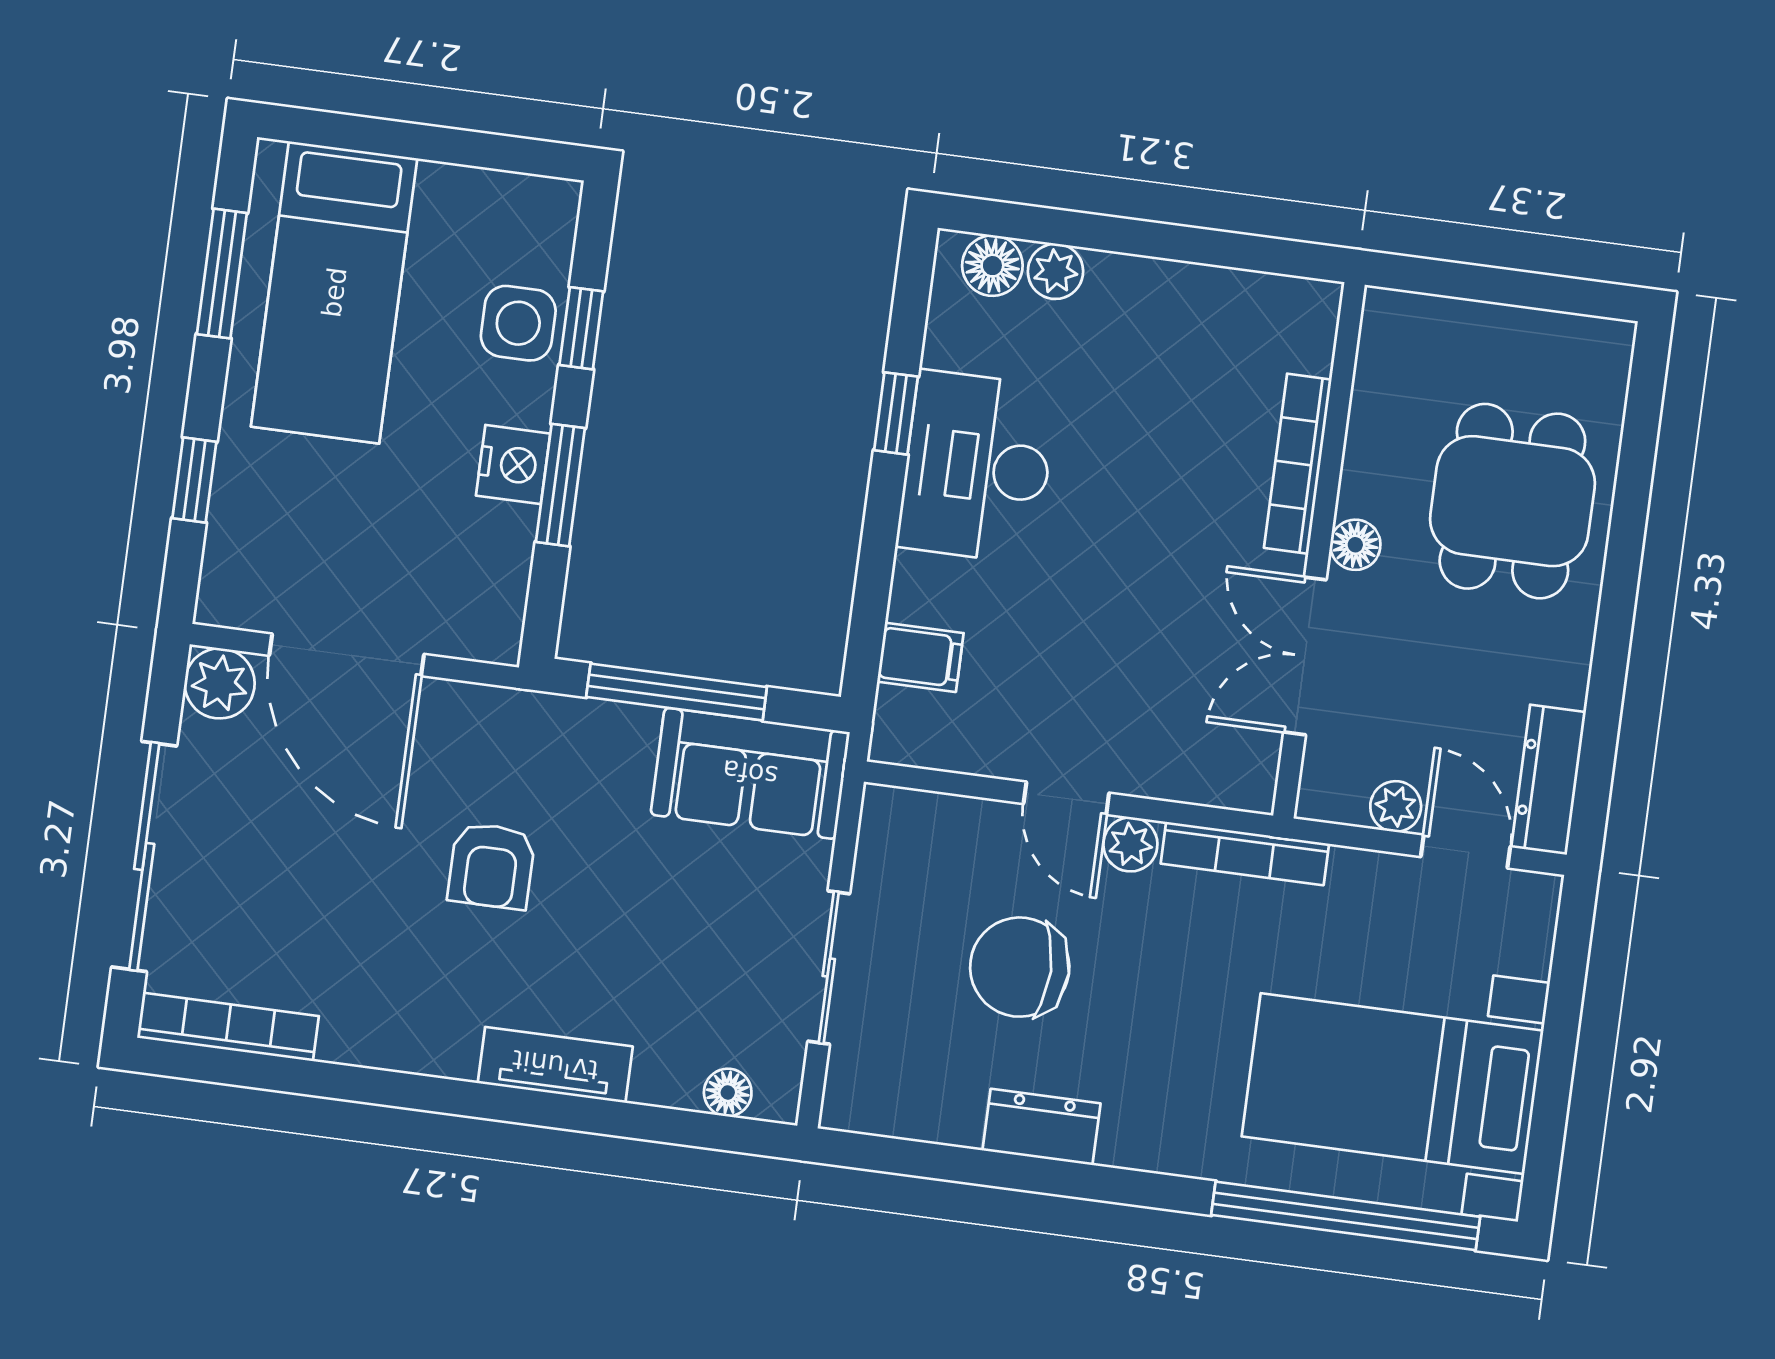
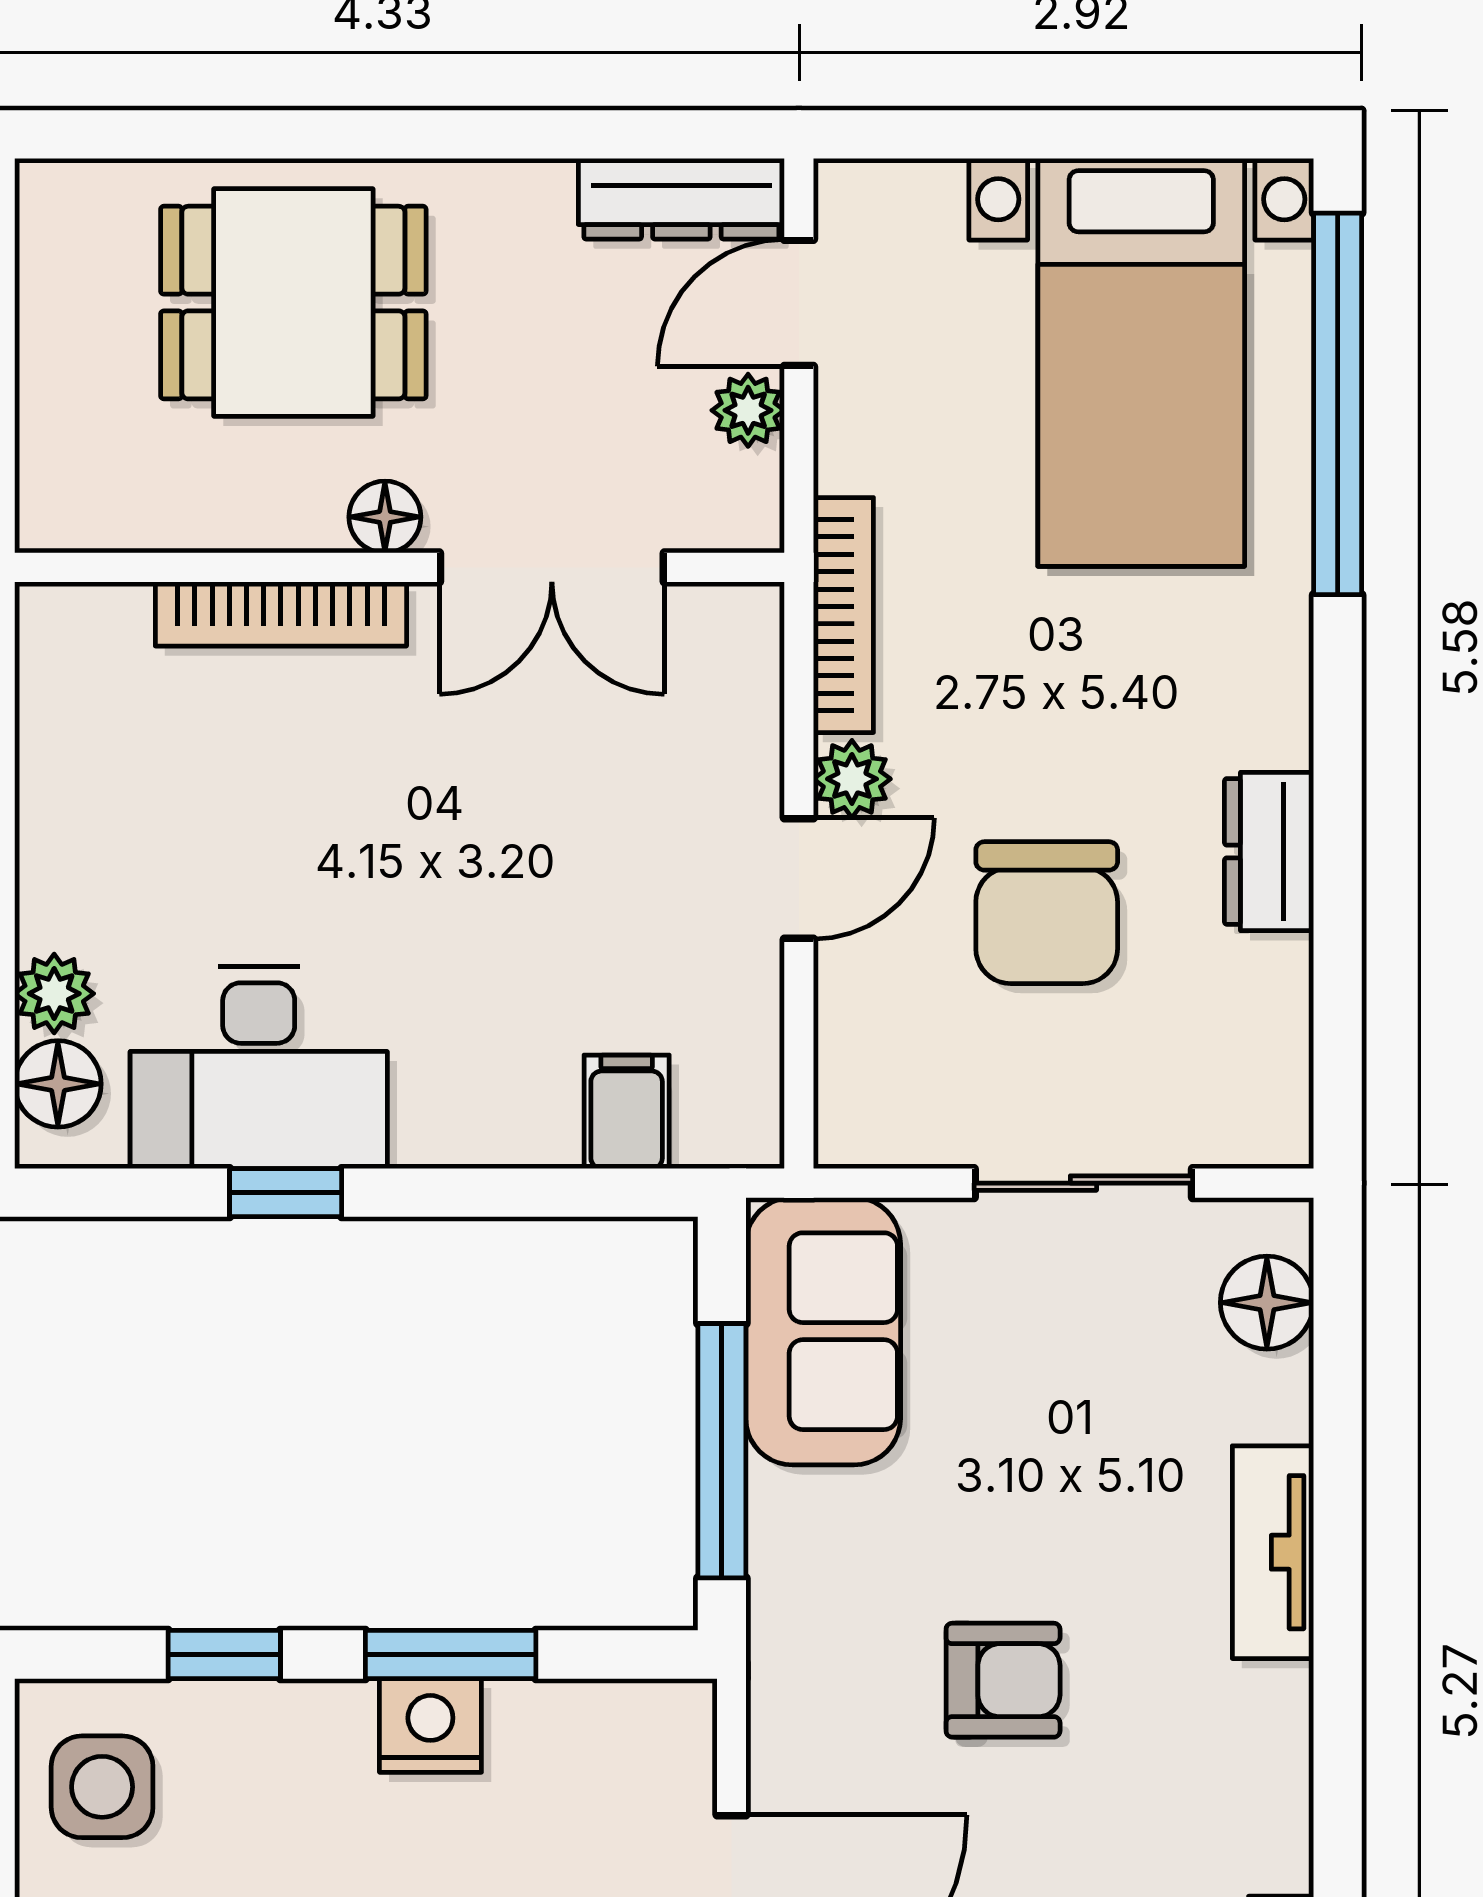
side table: (518, 323) -> (102, 1787), moved
desk: (977, 467) -> (259, 1068), moved
floor lamp: (728, 1092) -> (1267, 1303), width x1.37, depth x1.37

